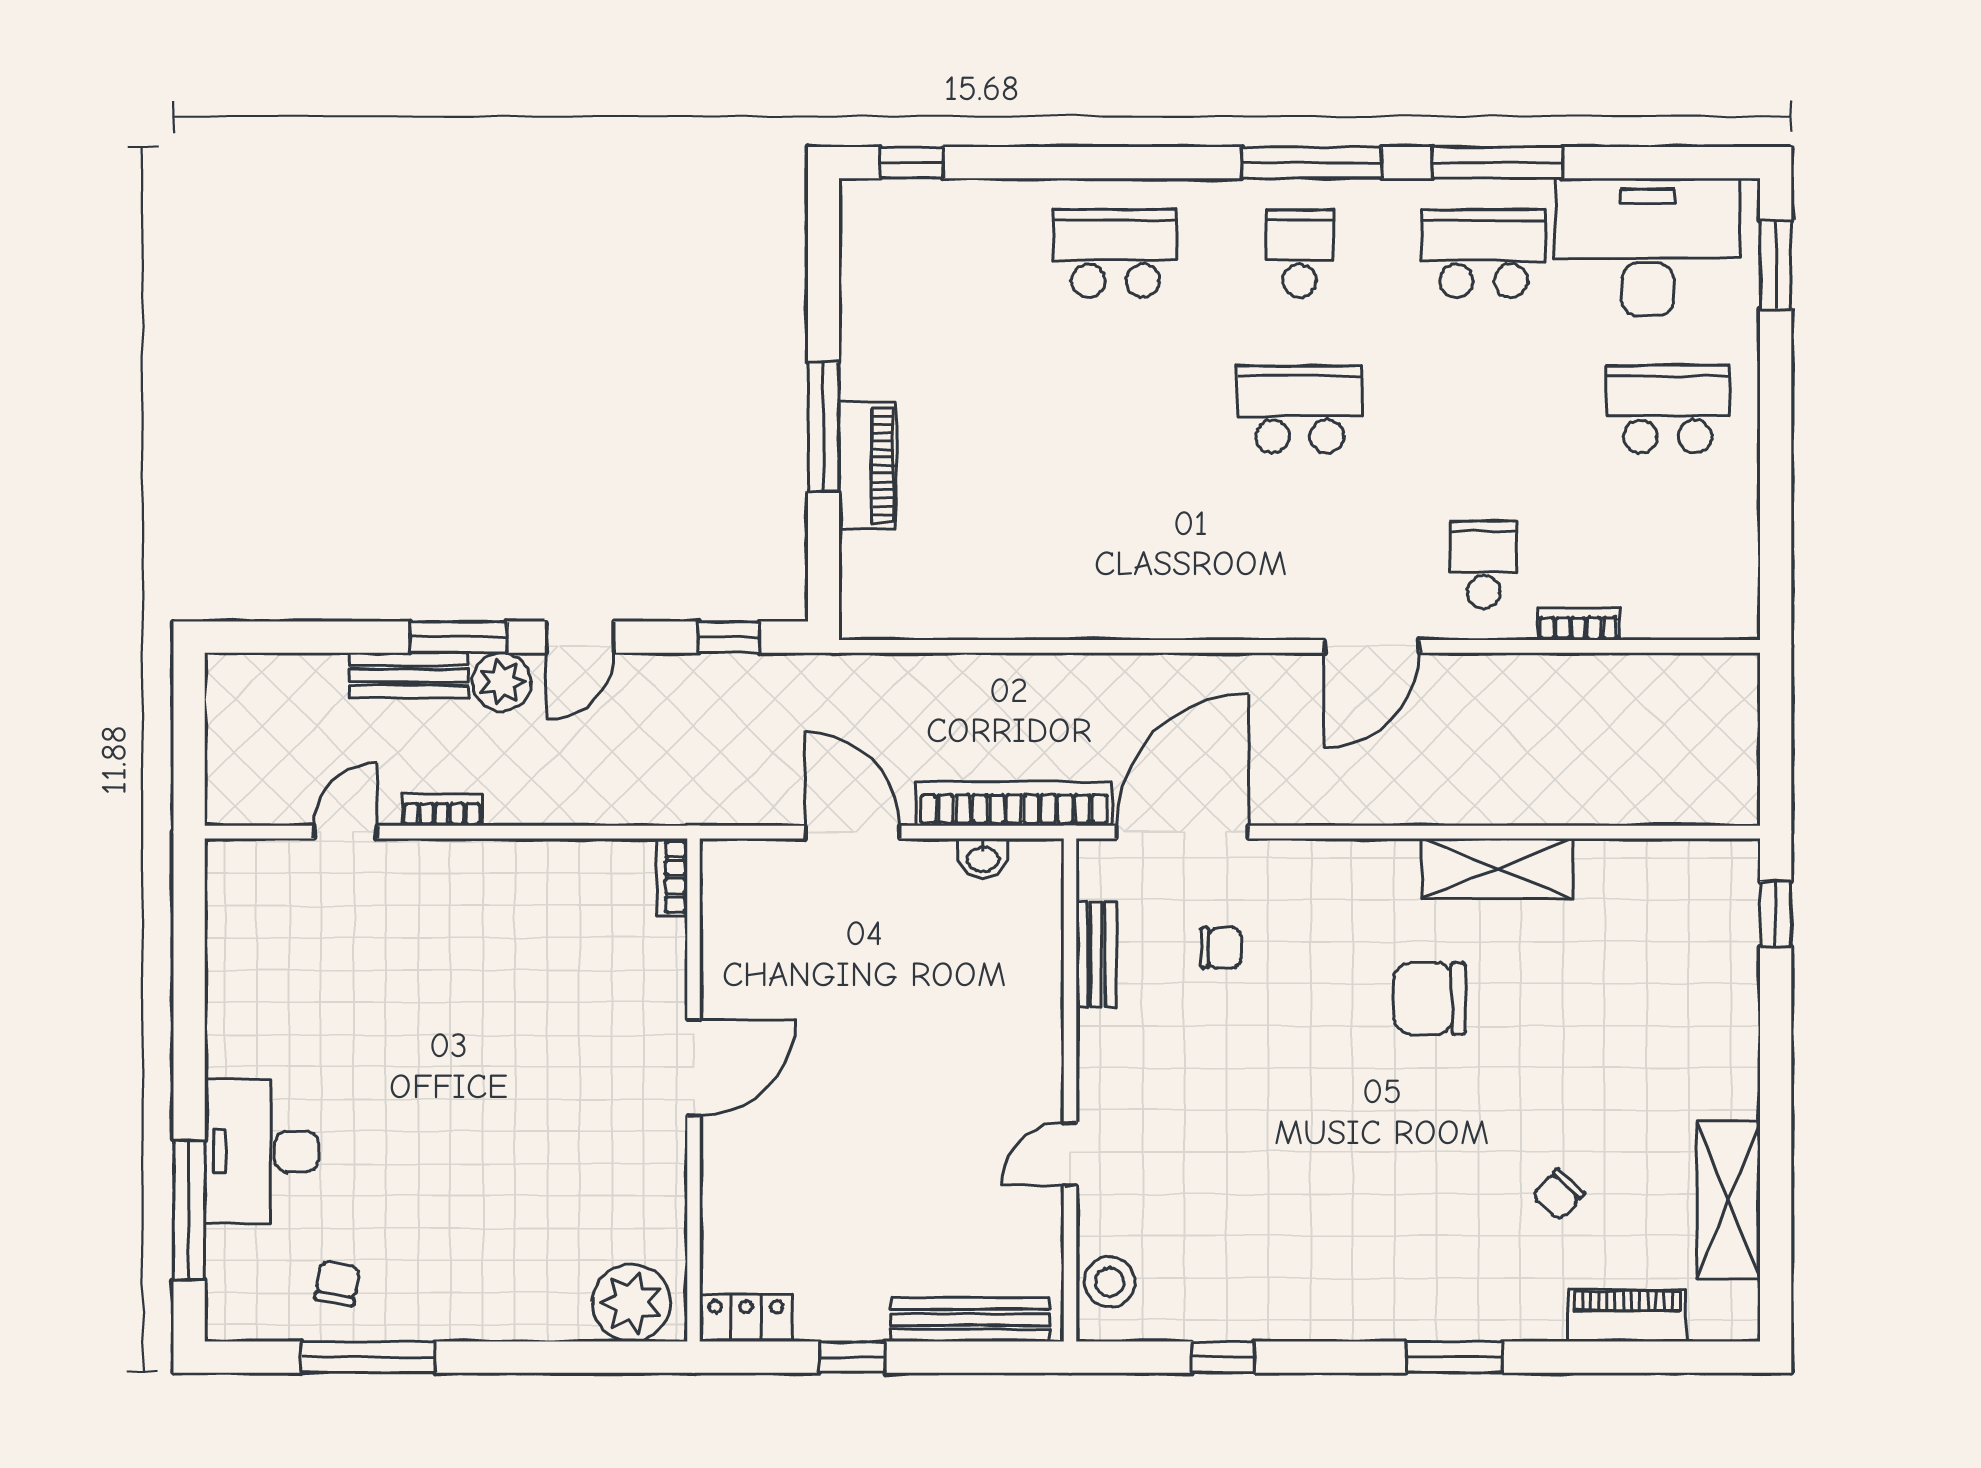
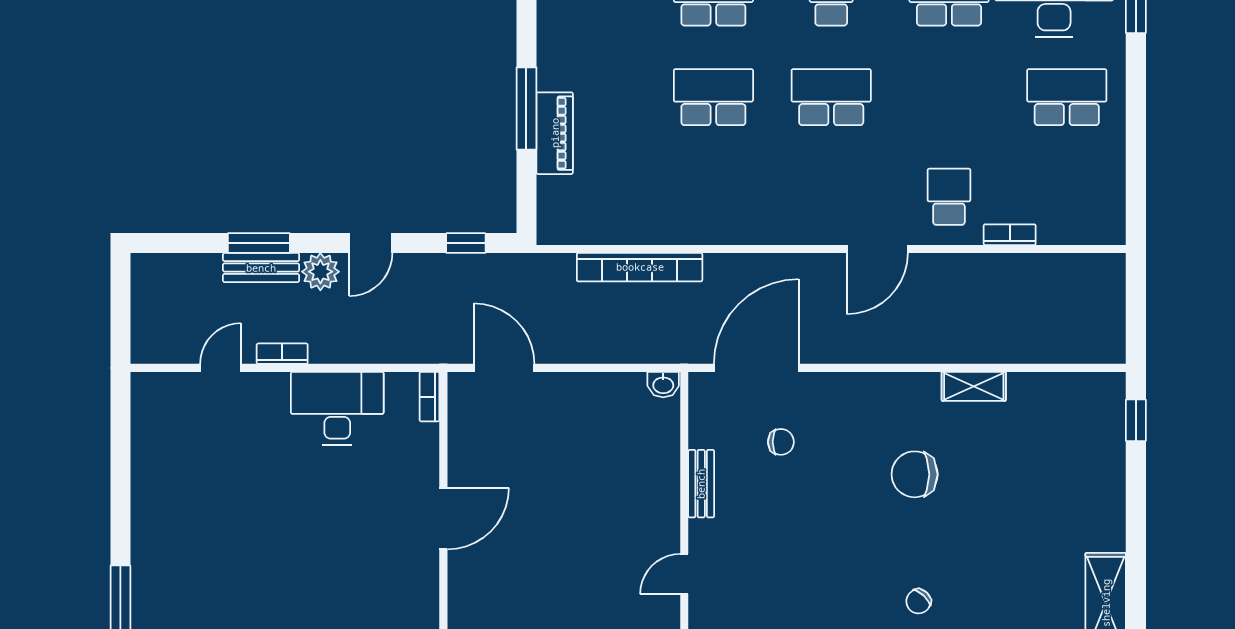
school desk: (1115, 409) -> (713, 97), added
window: (458, 637) -> (259, 243), moved
bookcase: (1014, 804) -> (640, 267), moved, turned 180
door: (852, 832) -> (504, 368), moved
washbasin: (983, 858) -> (663, 385), moved
shelving: (1497, 868) -> (974, 386), width x0.67, depth x0.75
bench: (1096, 955) -> (701, 484), moved
desk: (261, 1151) -> (337, 408), moved, turned 90
chair: (1558, 1194) -> (918, 601), moved

